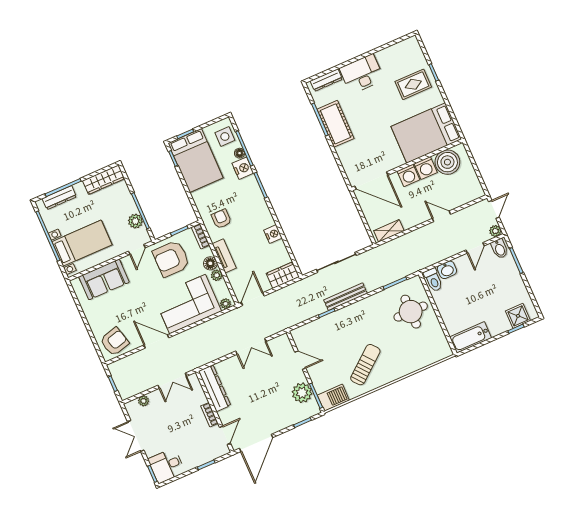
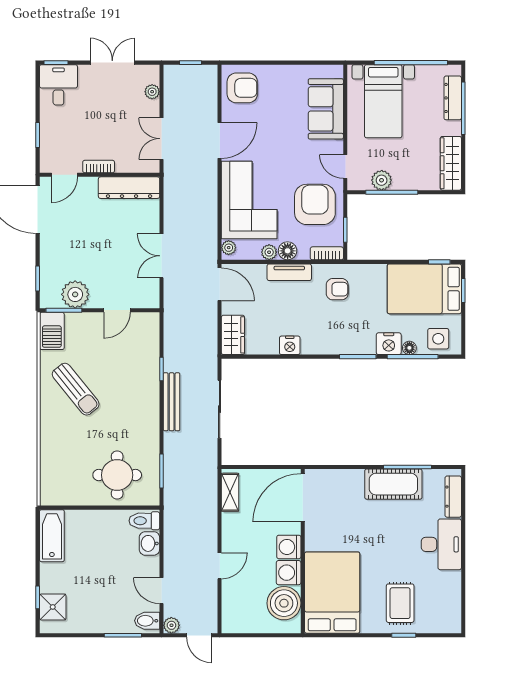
armchair: (114, 342) -> (242, 88), turned -75
door: (225, 435) -> (64, 175), hinge flipped

